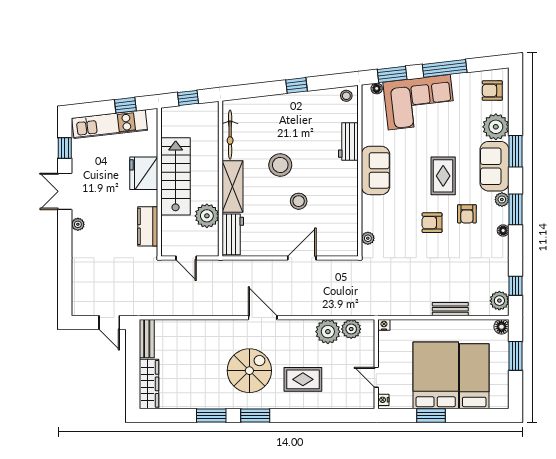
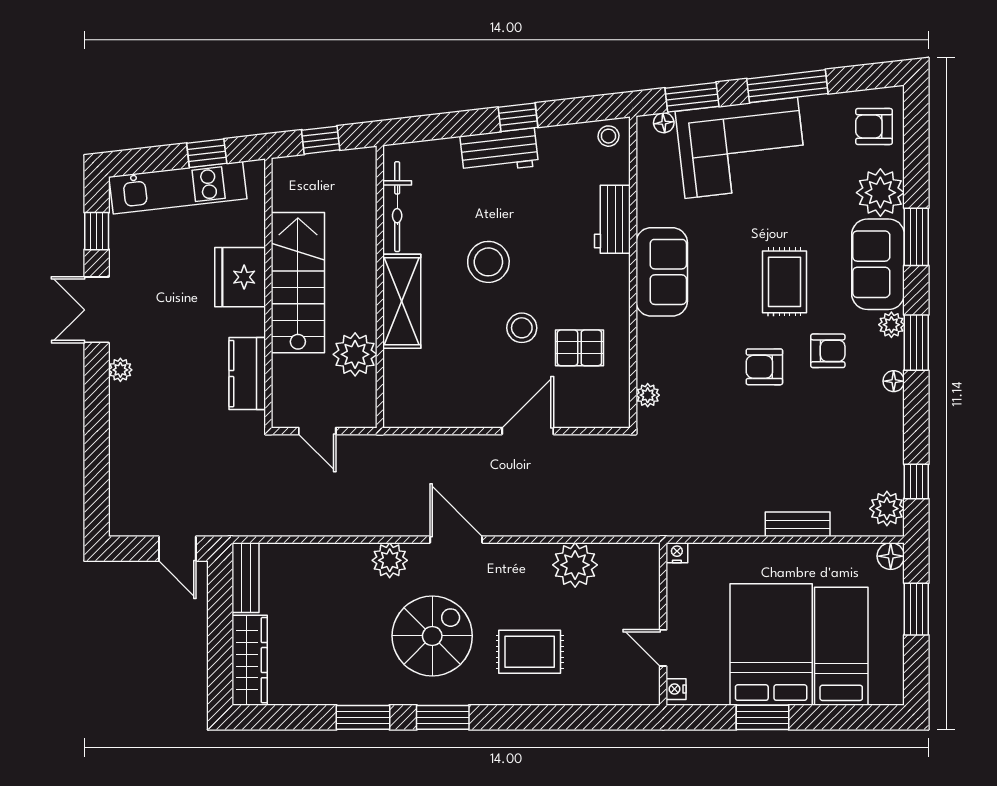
pallet: (330, 212) -> (579, 348), added
armchair: (467, 214) -> (828, 351), turned -90
workbench: (233, 234) -> (499, 151), moved, turned 83
plant: (351, 329) -> (390, 560), moved

